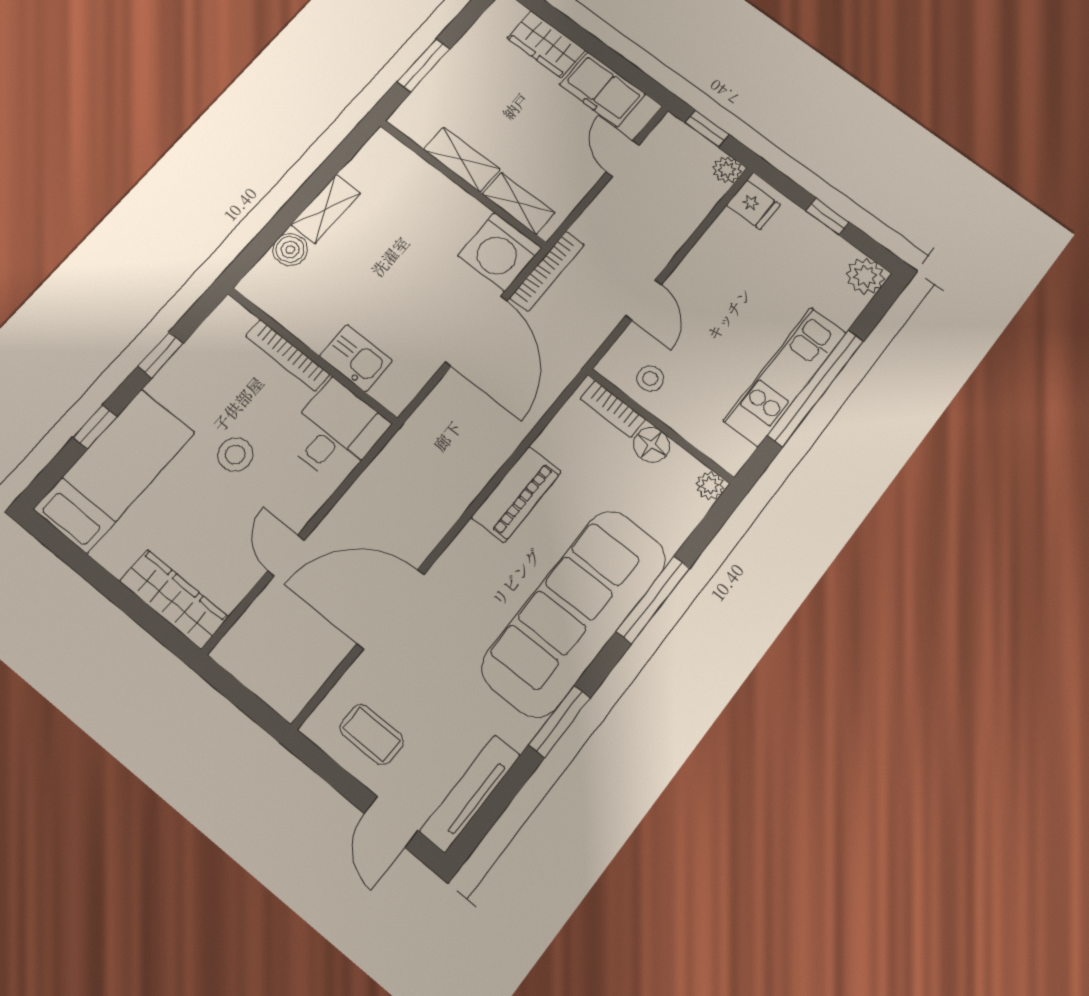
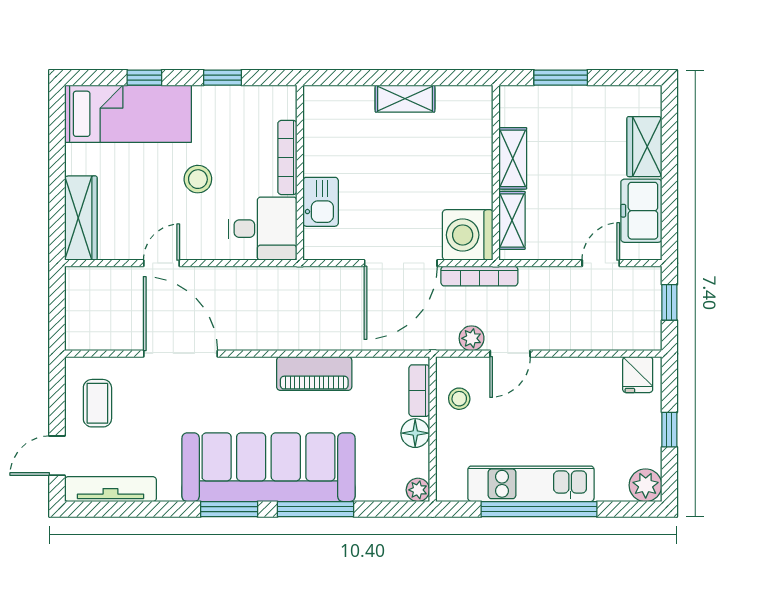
plant: (727, 170) -> (472, 338), moved
boiler: (290, 250) -> (359, 99), removed
window: (559, 721) -> (229, 509), moved

